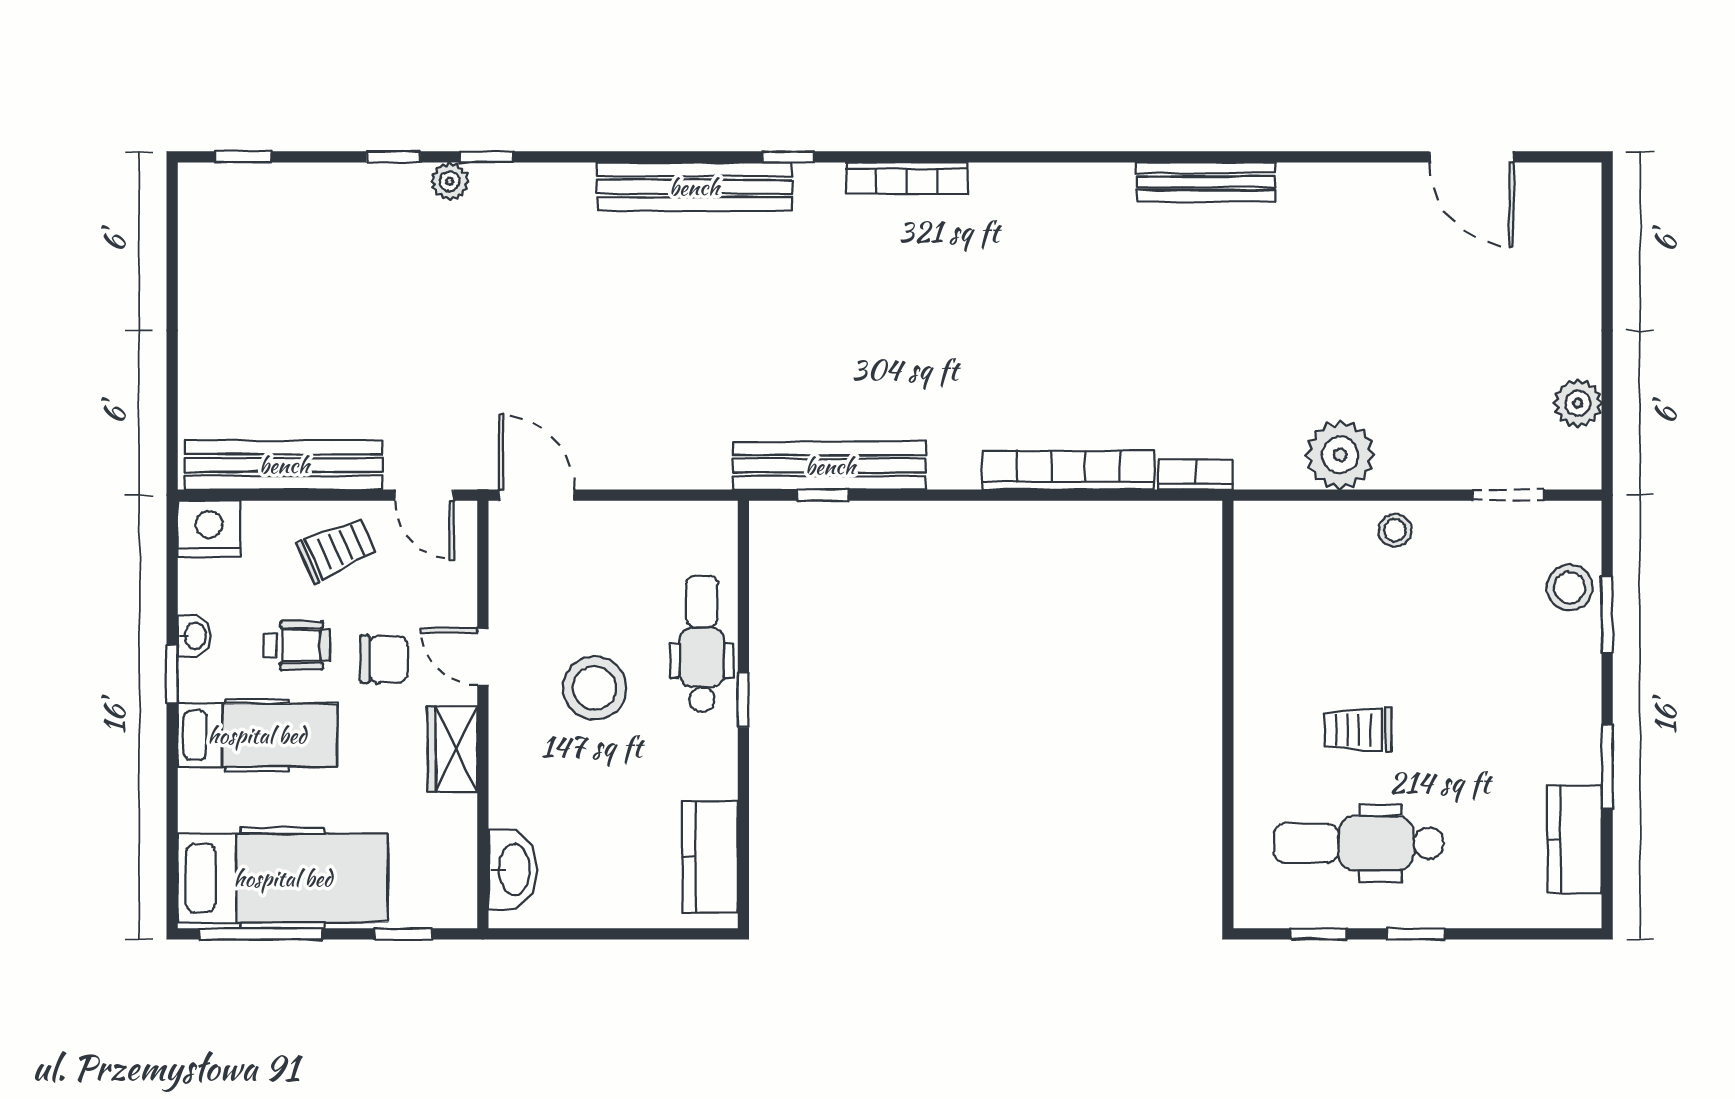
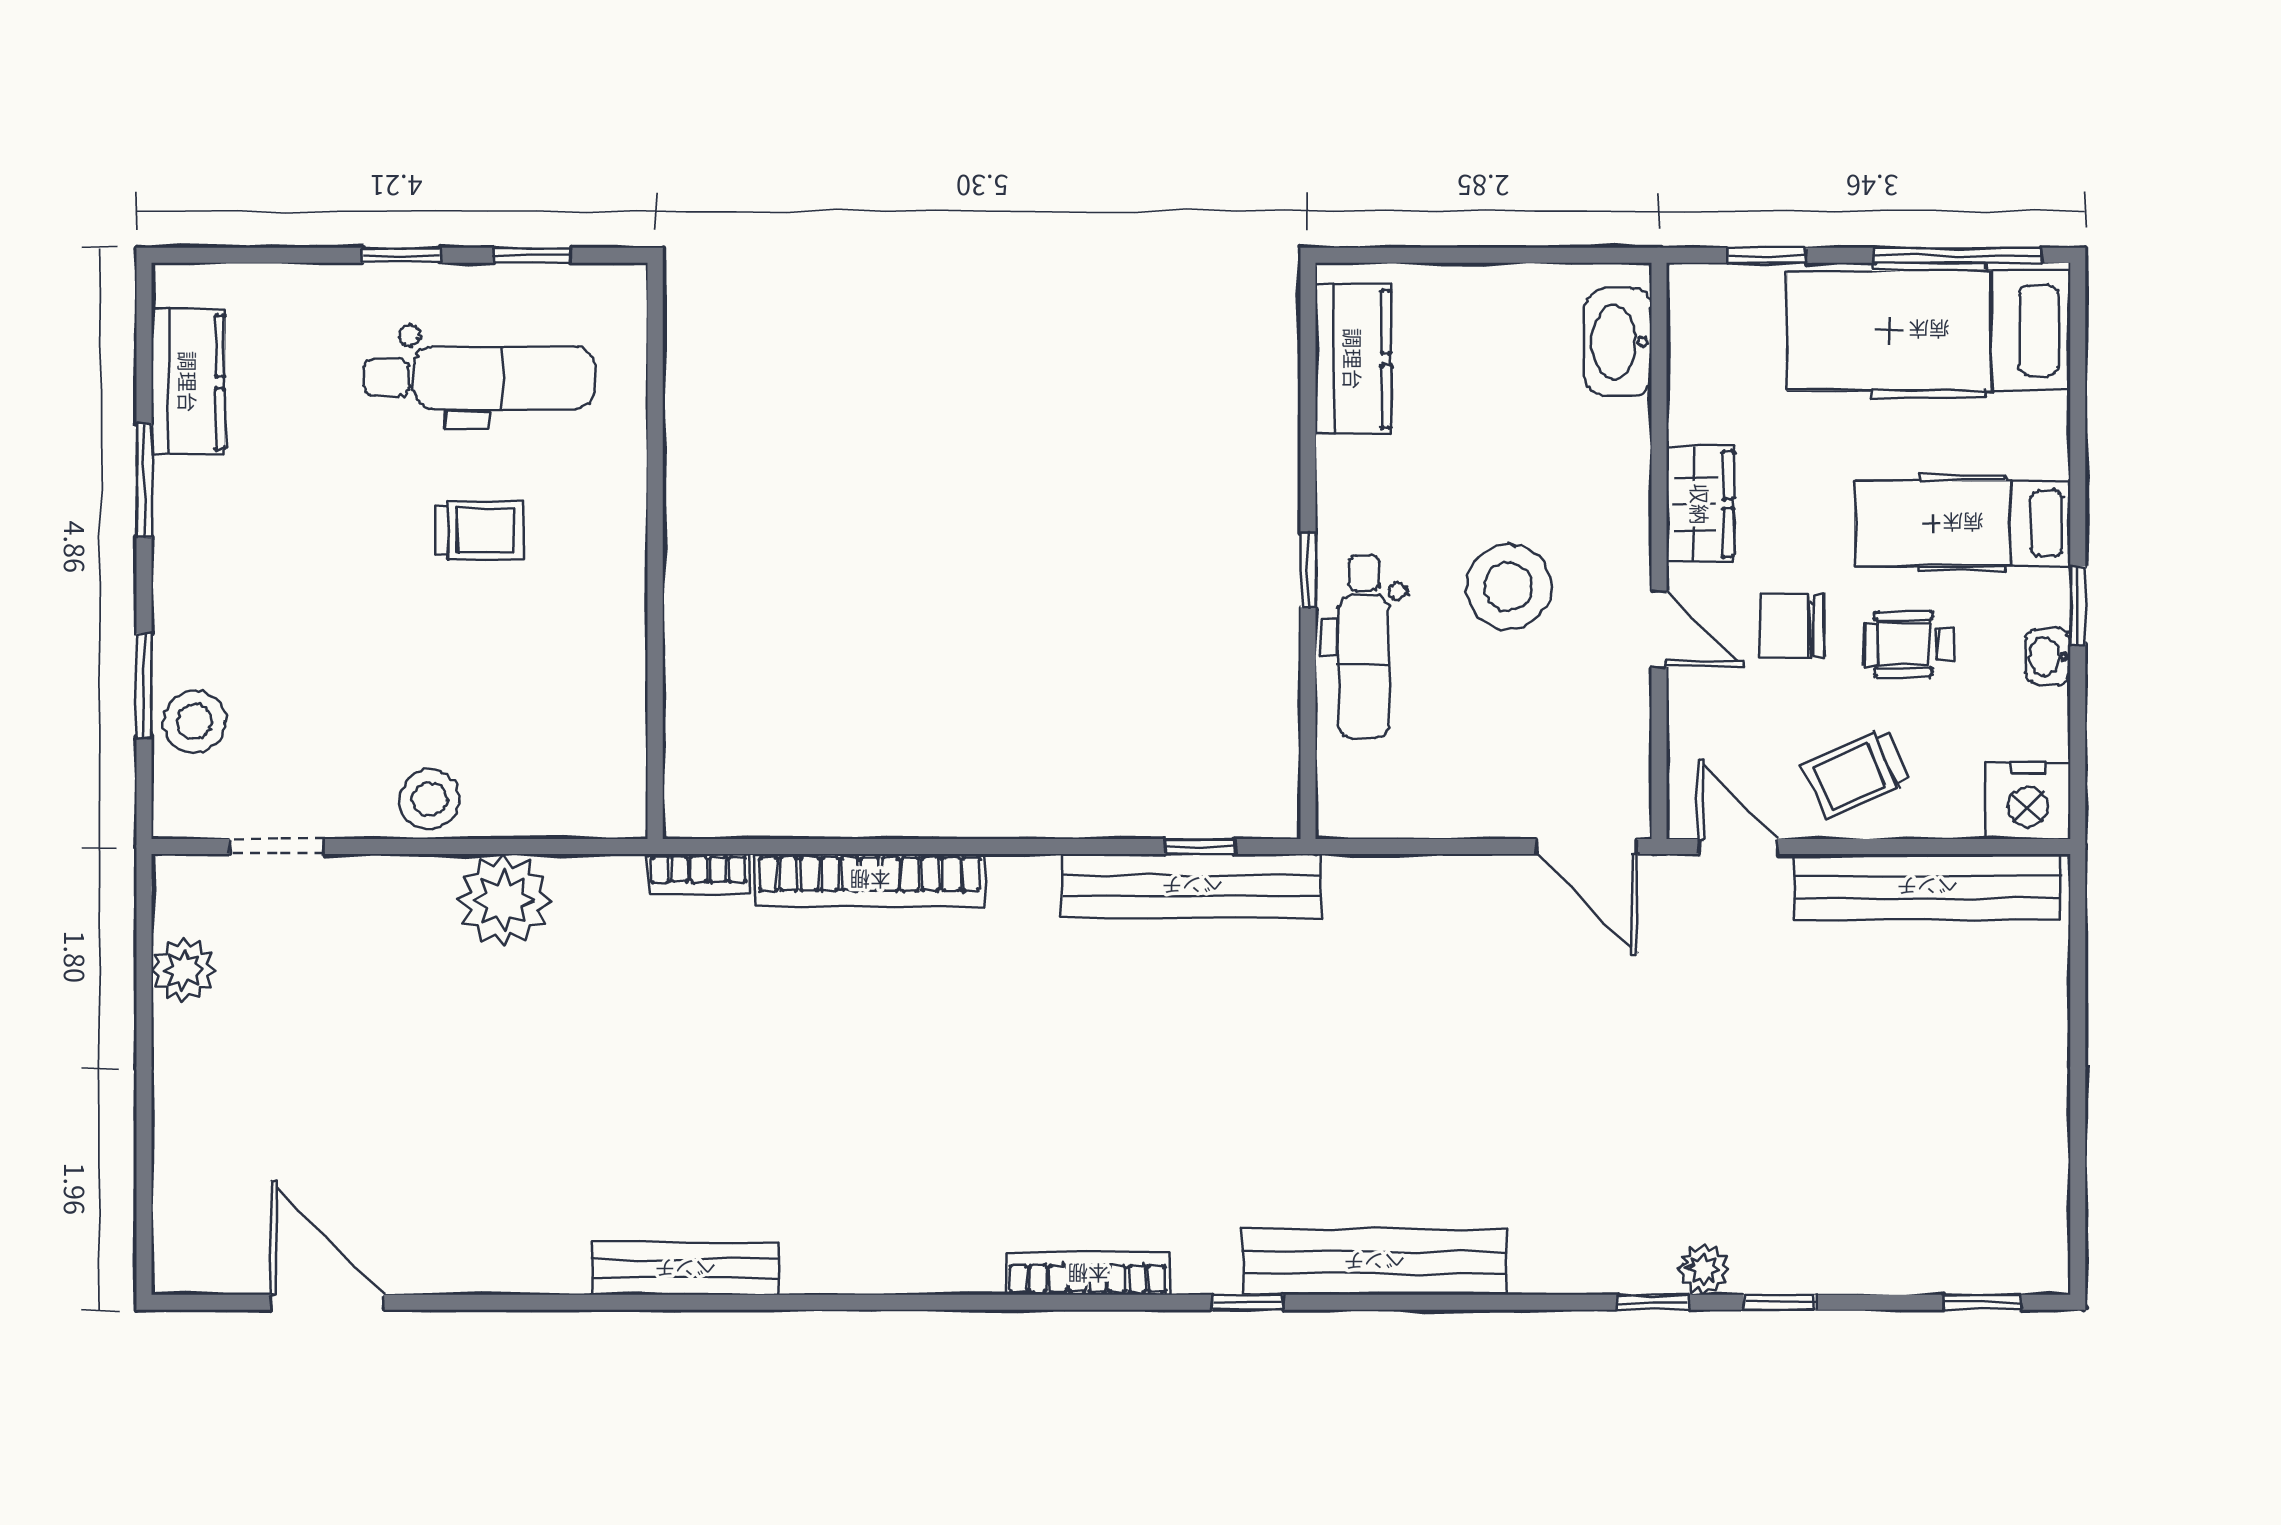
stool: (1395, 530) -> (430, 799), width x1.37, depth x1.37

